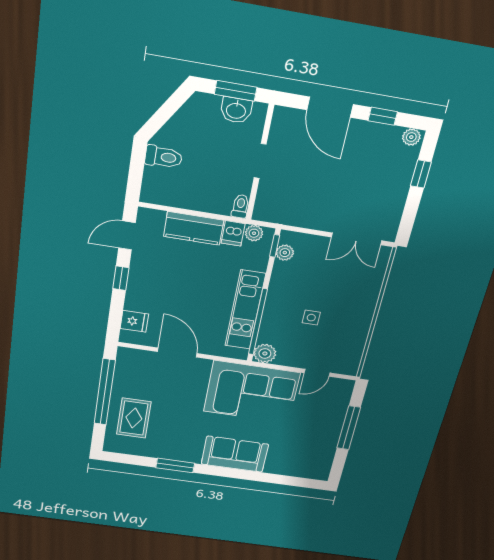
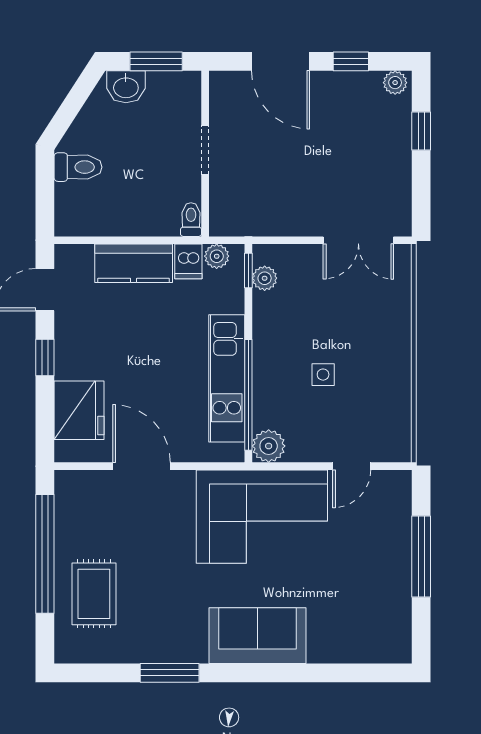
washbasin: (236, 110) -> (126, 87), moved
fridge: (134, 321) -> (79, 410), width x1.88, depth x1.34

